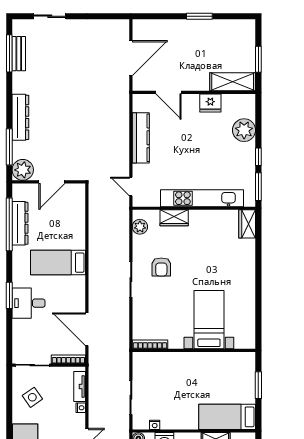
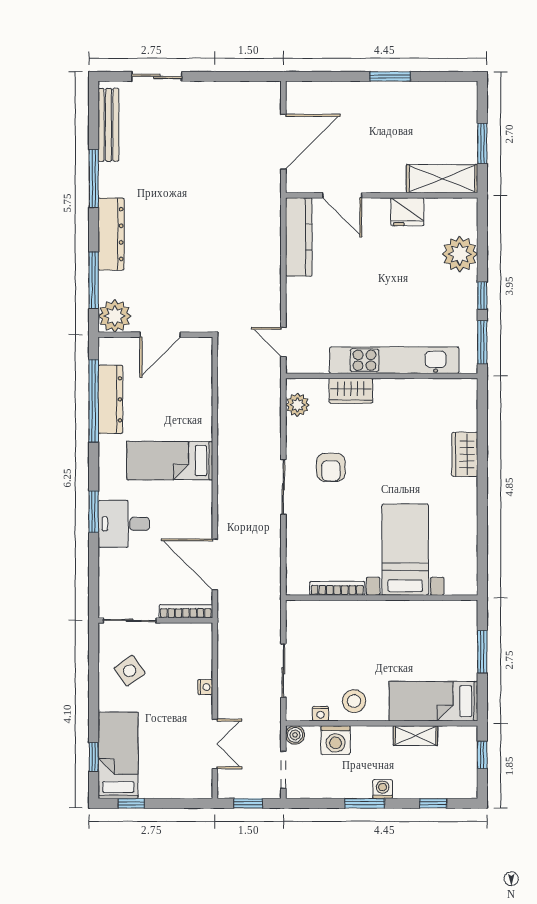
window: (9, 53) -> (94, 178), moved
bench: (19, 54) -> (108, 125), width x1.36
kitchen counter: (141, 138) -> (299, 237), moved
wardrobe: (247, 224) -> (465, 454), moved
bookcase: (150, 344) -> (337, 588), moved
tv unit: (80, 387) -> (204, 654), removed
stool: (176, 417) -> (354, 701), added

